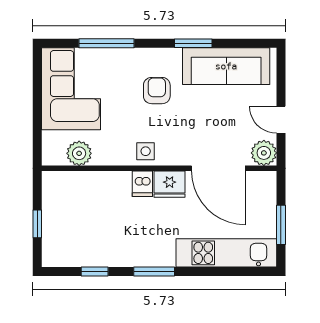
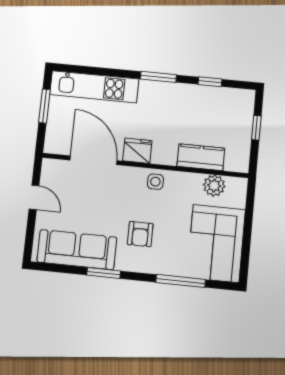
plant: (264, 153) -> (52, 170), removed
kitchen counter: (97, 184) -> (201, 157), added
dishwasher: (142, 184) -> (161, 153), removed

